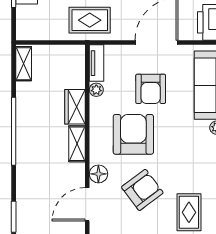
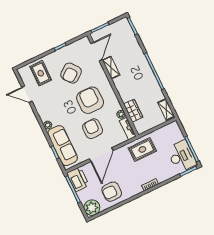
wardrobe: (75, 107) -> (133, 111), moved
armchair: (133, 134) -> (90, 100), turned 180
shelving: (77, 144) -> (111, 68), moved
floor lamp: (98, 174) -> (98, 70), removed

